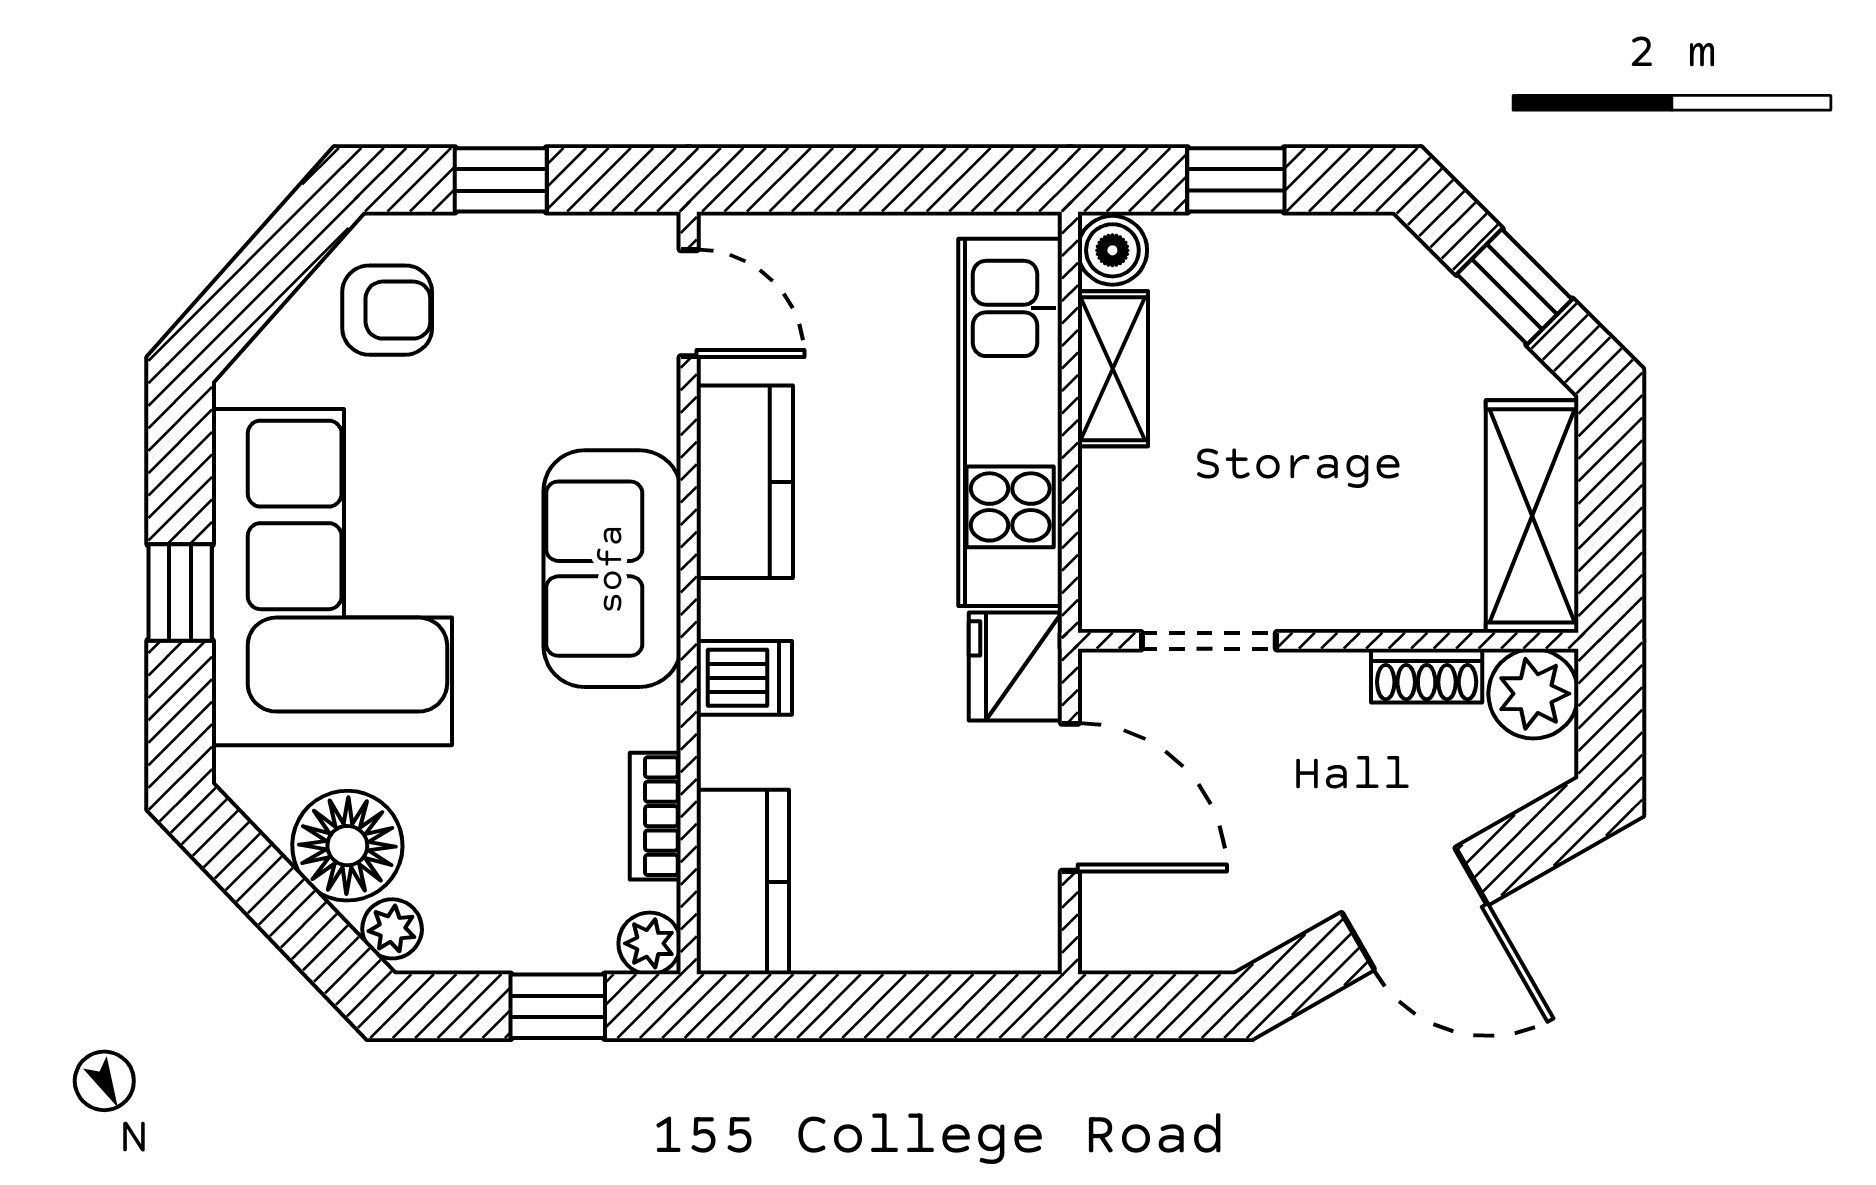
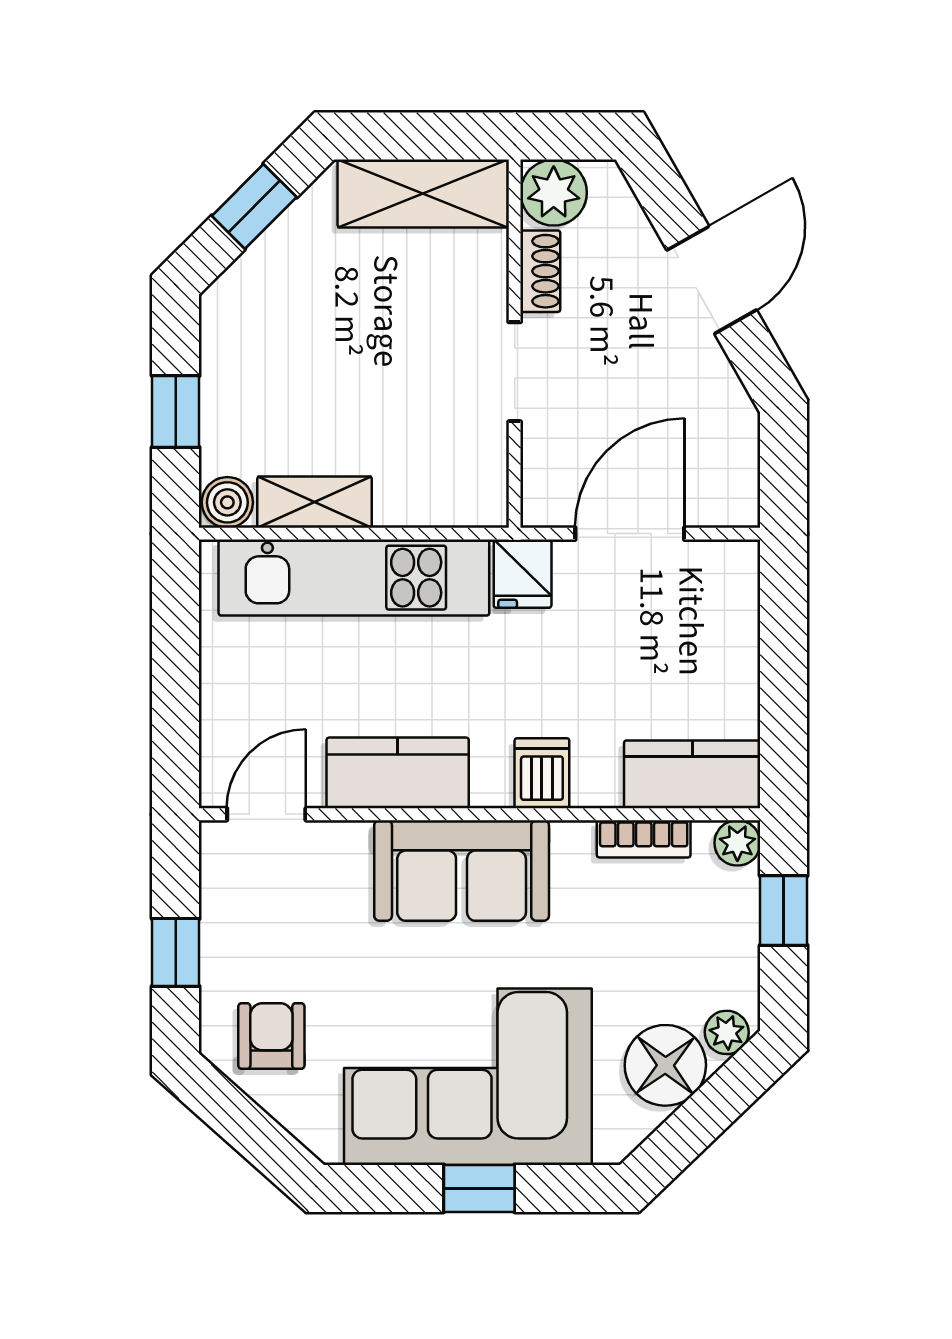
doorway: (1209, 641) -> (515, 372), moved
fridge: (1015, 666) -> (523, 574), width x0.72

